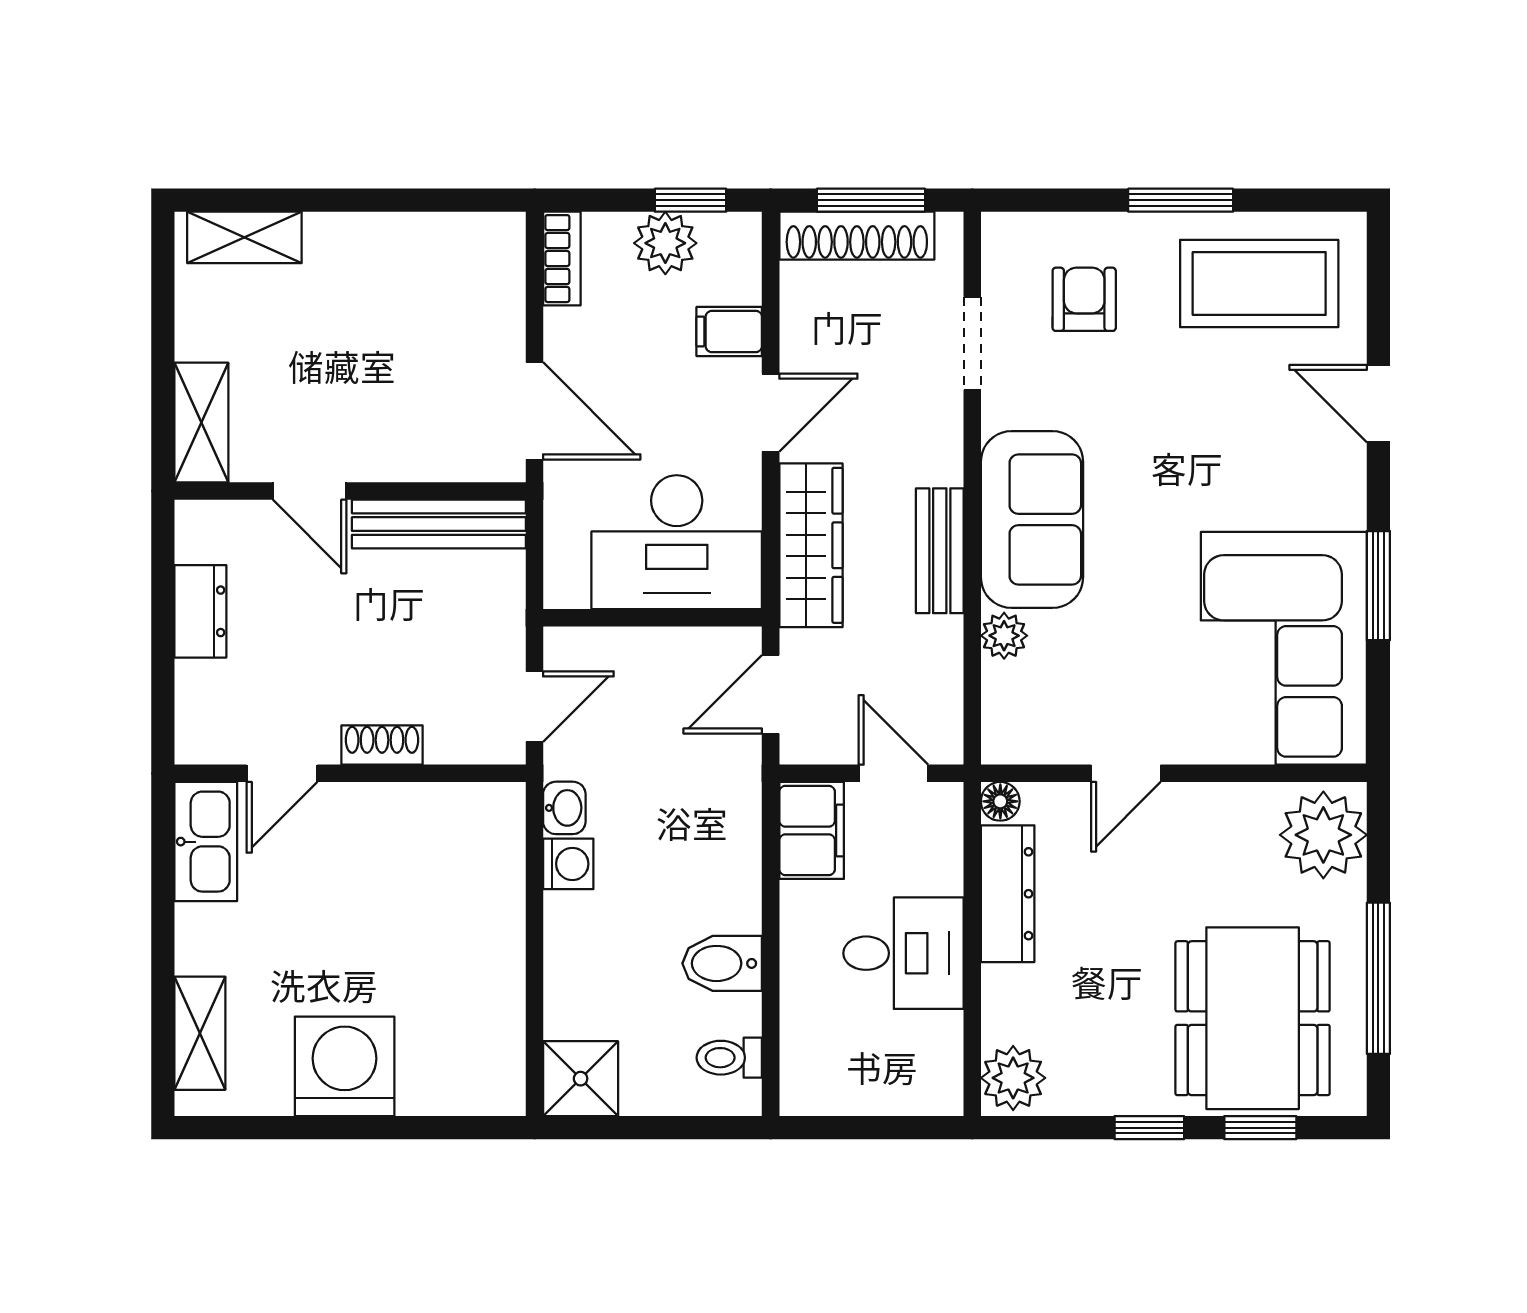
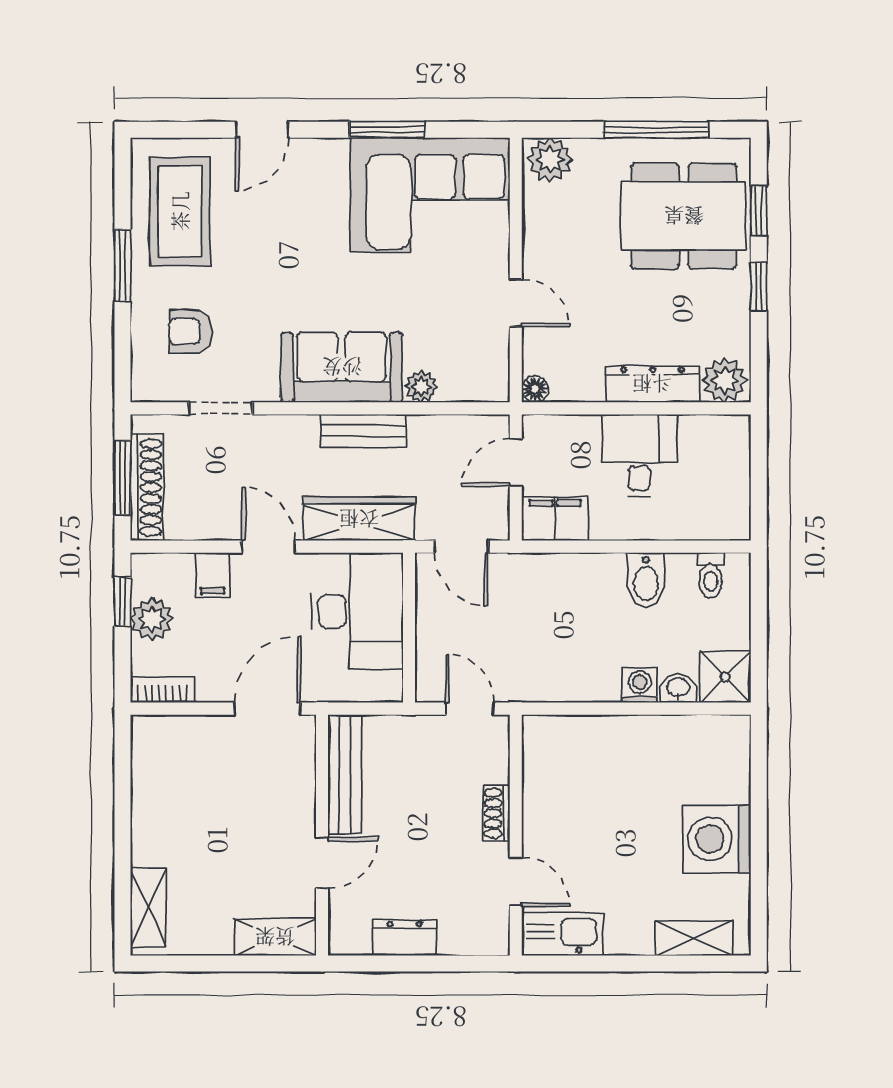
washbasin: (564, 808) -> (678, 688), moved
plant: (1323, 835) -> (550, 160), width x0.73, depth x0.73
washing machine: (568, 864) -> (640, 685), moved
dresser: (1008, 894) -> (652, 384), moved

